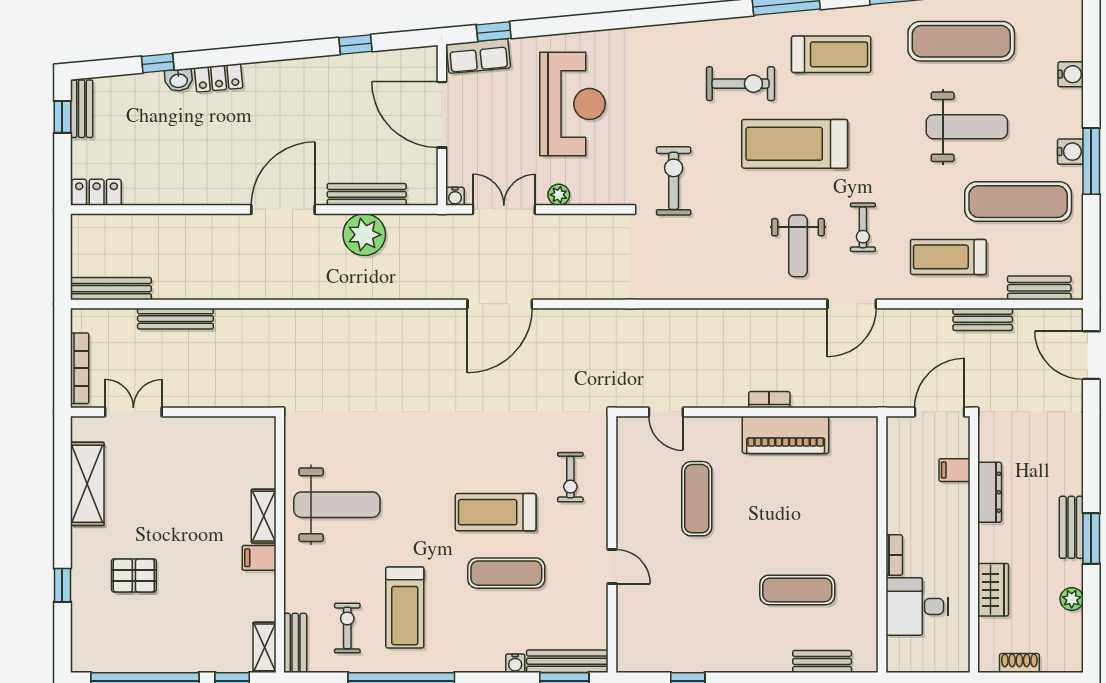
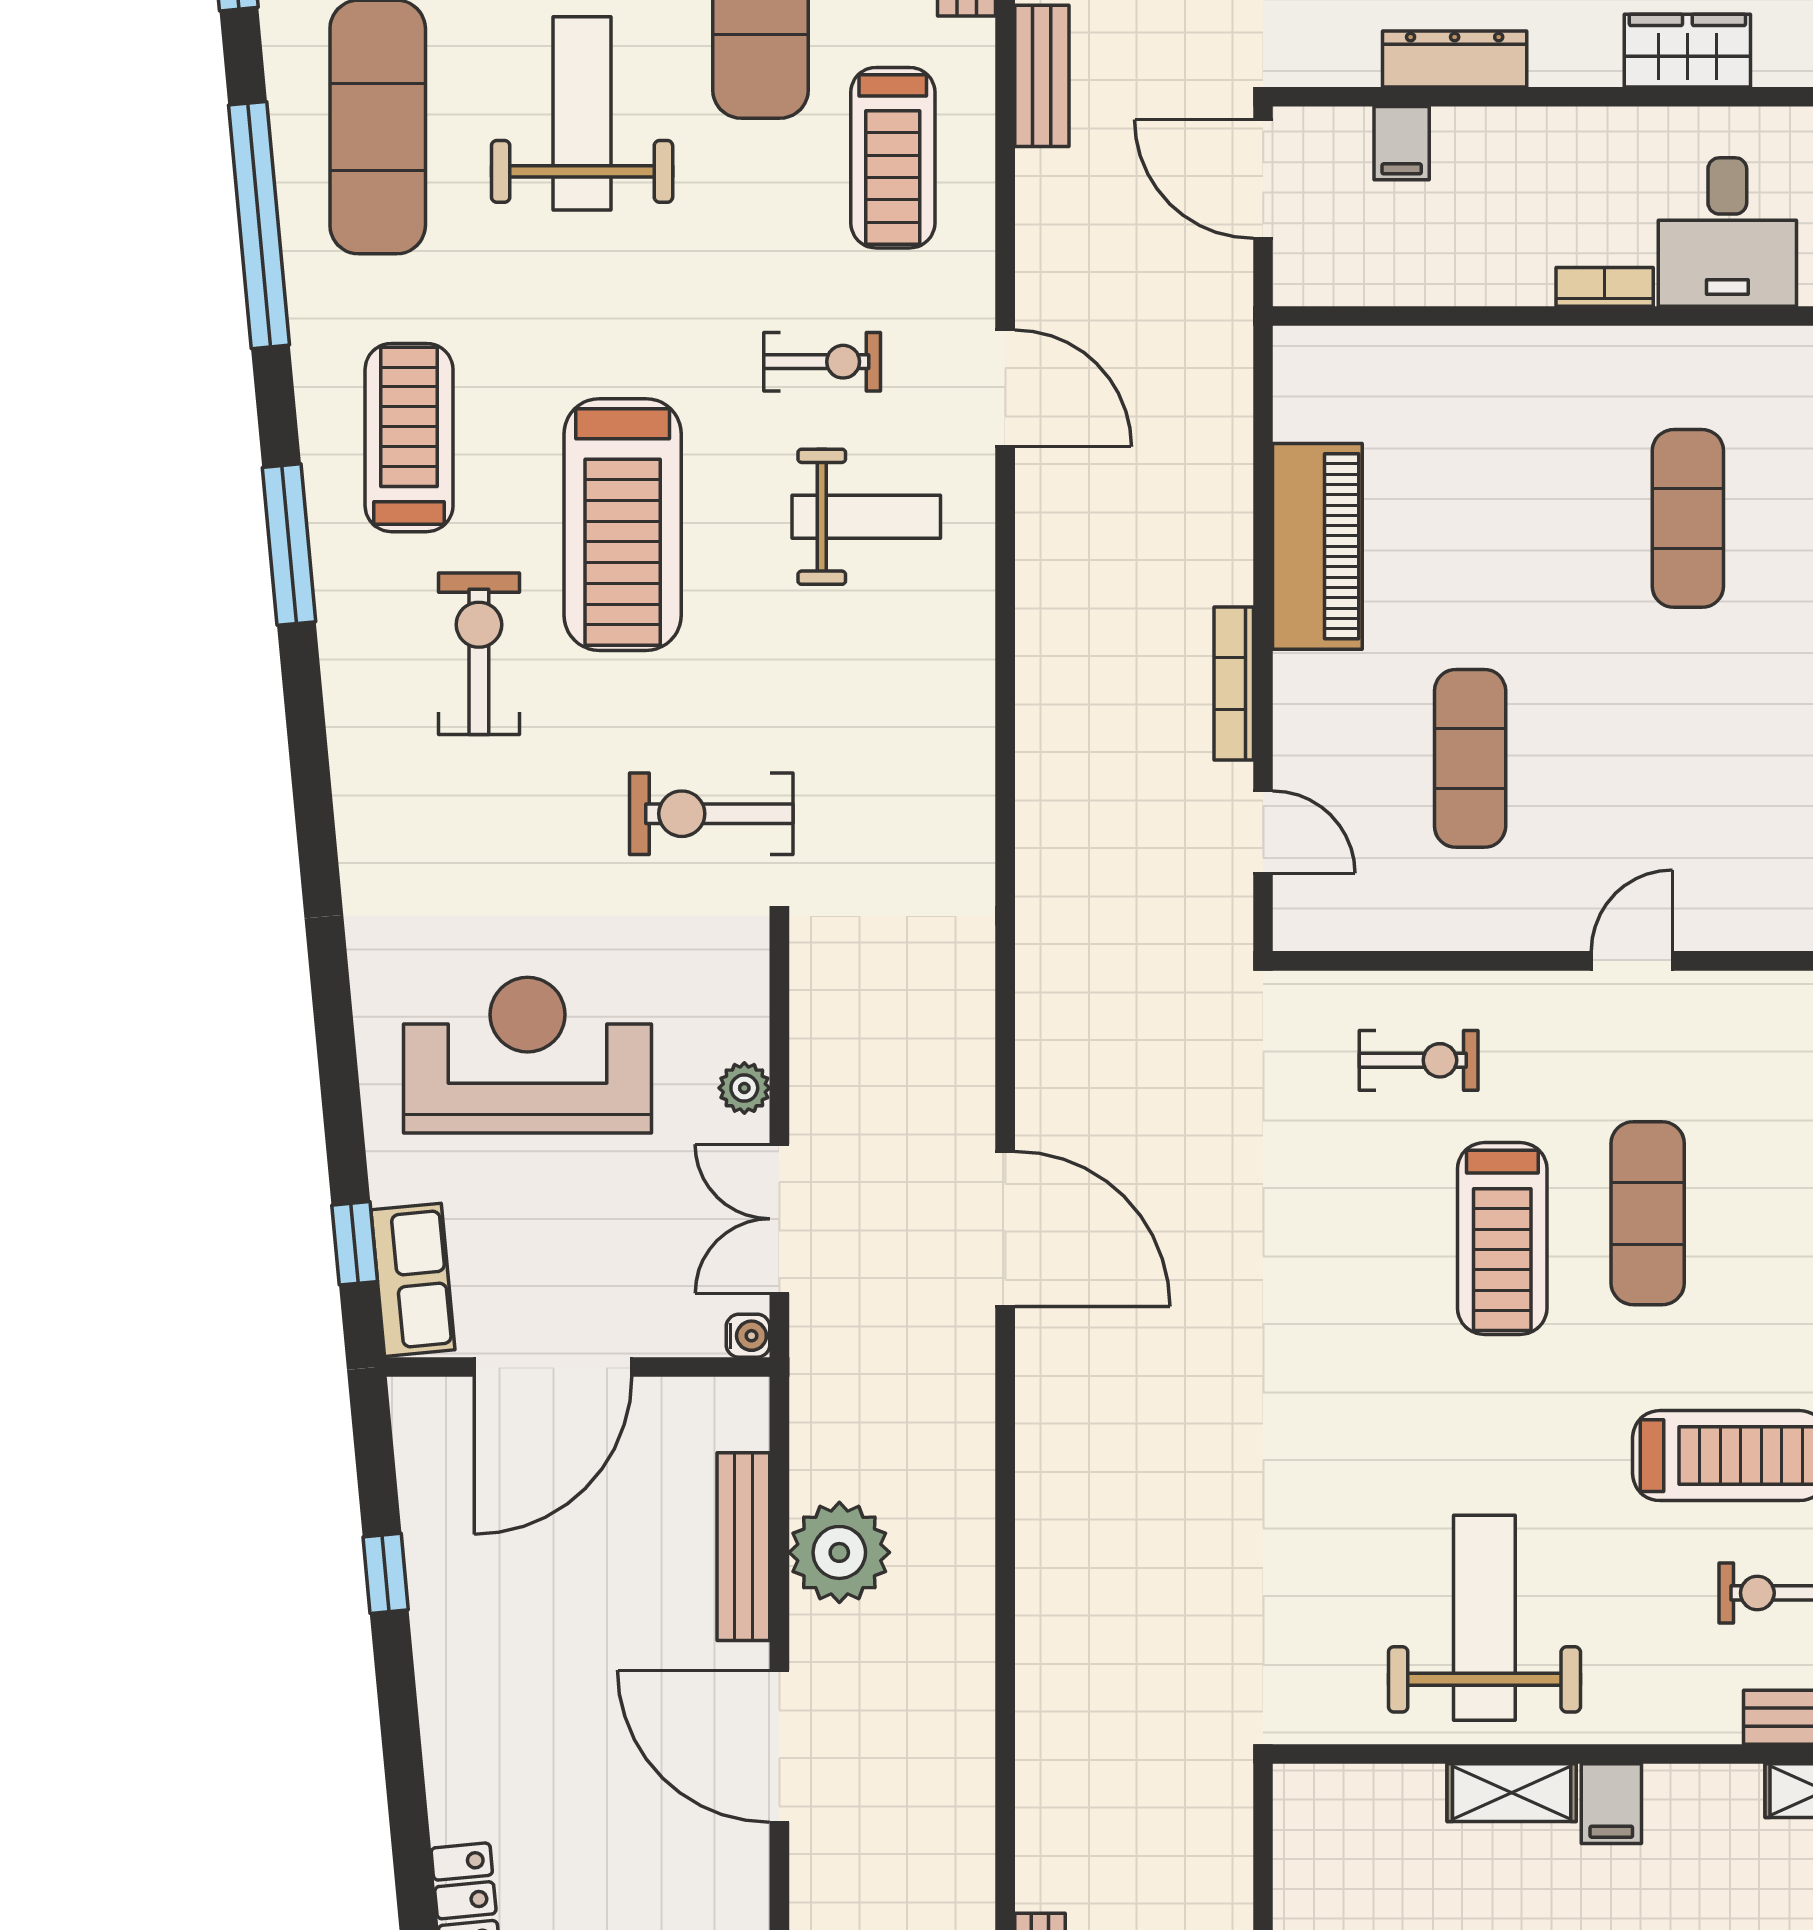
bookcase: (769, 400) -> (1234, 683), moved, width x1.56
door: (666, 412) -> (1263, 832), hinge flipped
exercise mat: (697, 499) -> (1470, 758), turned 90

